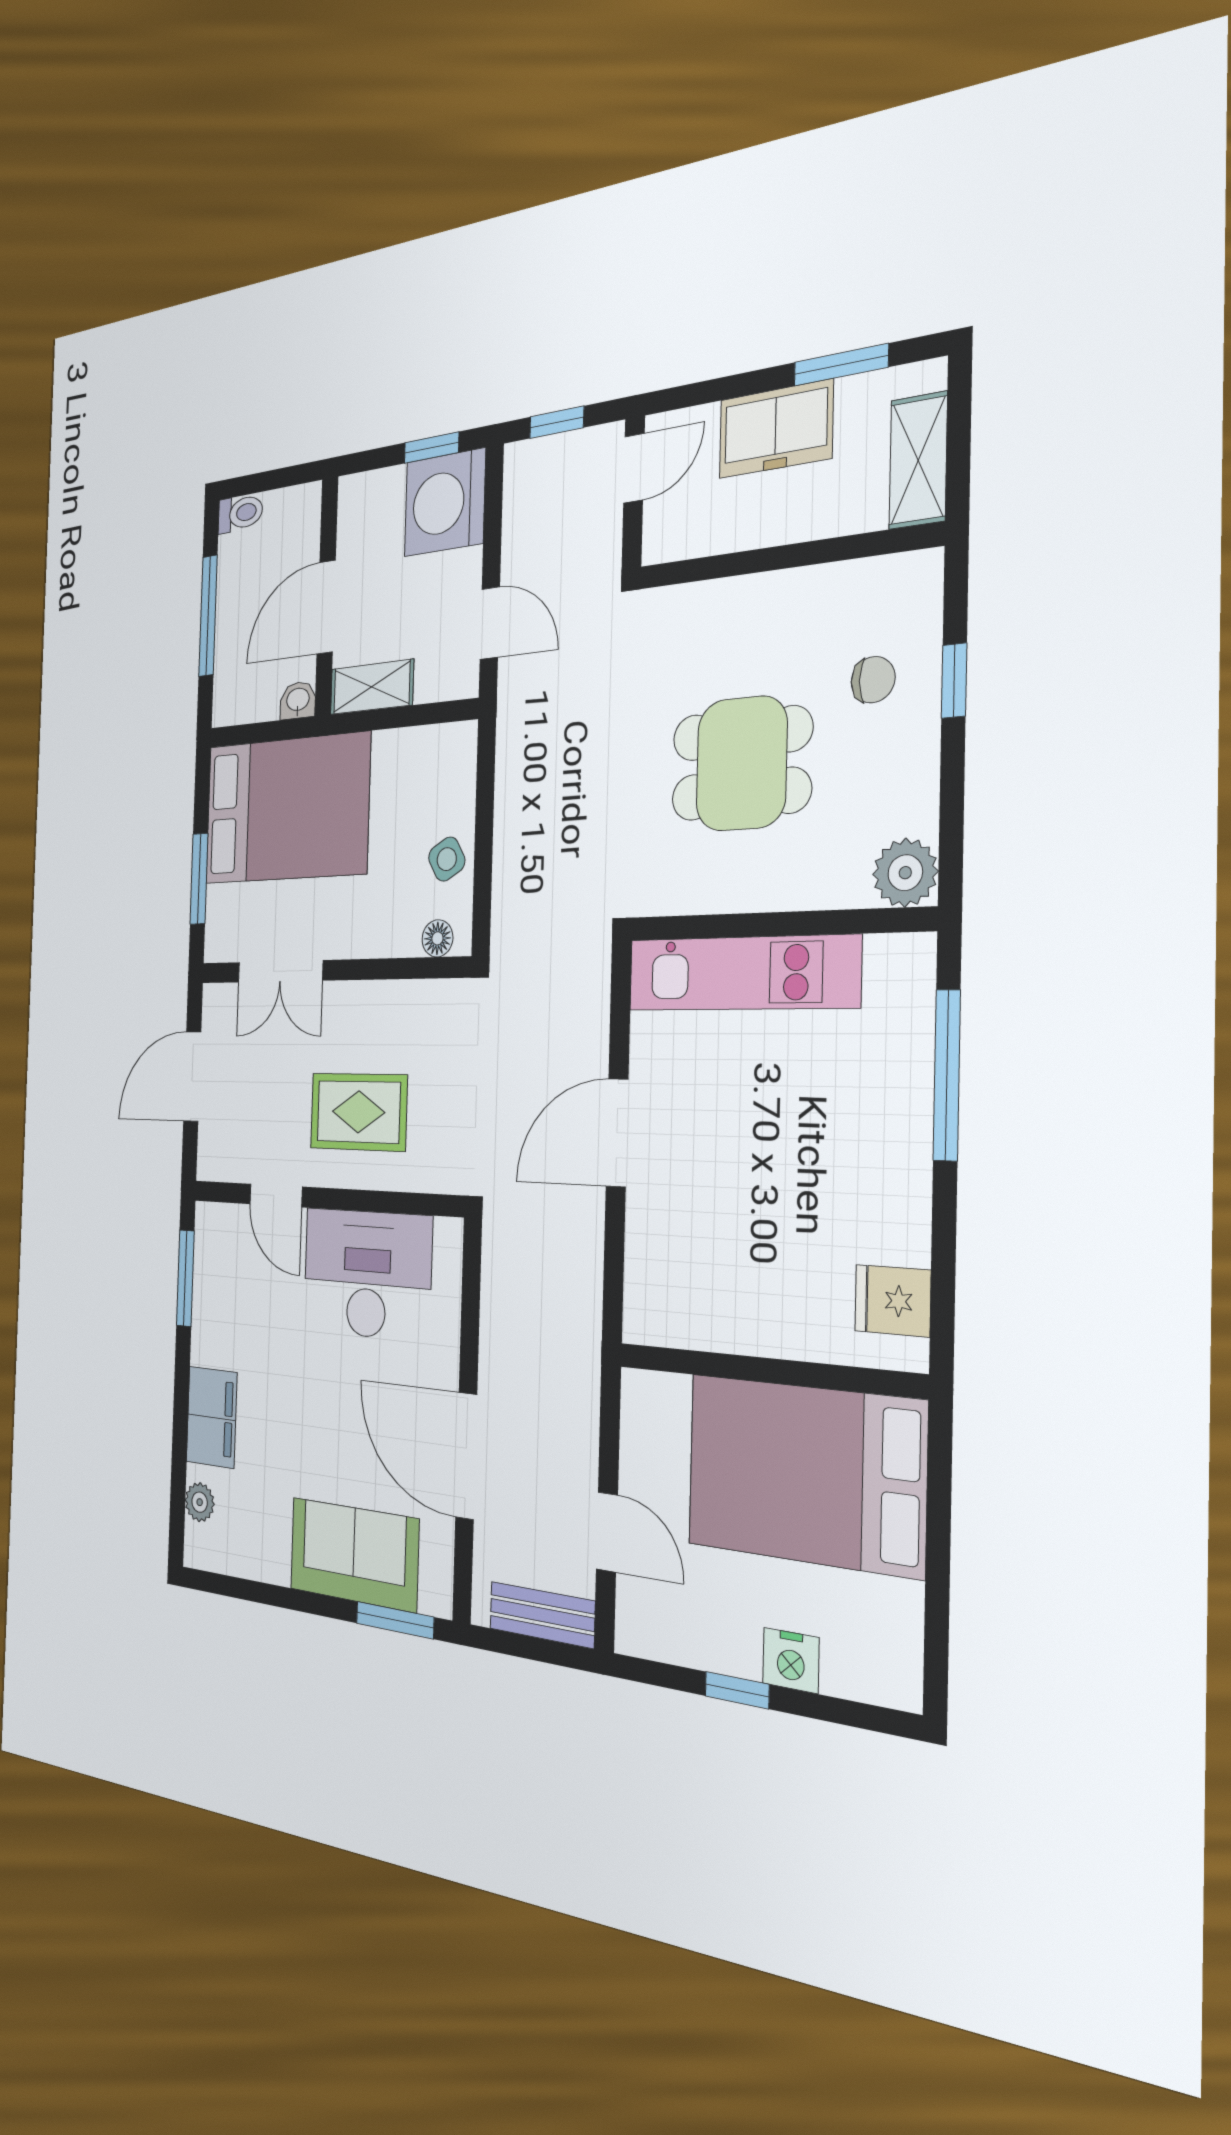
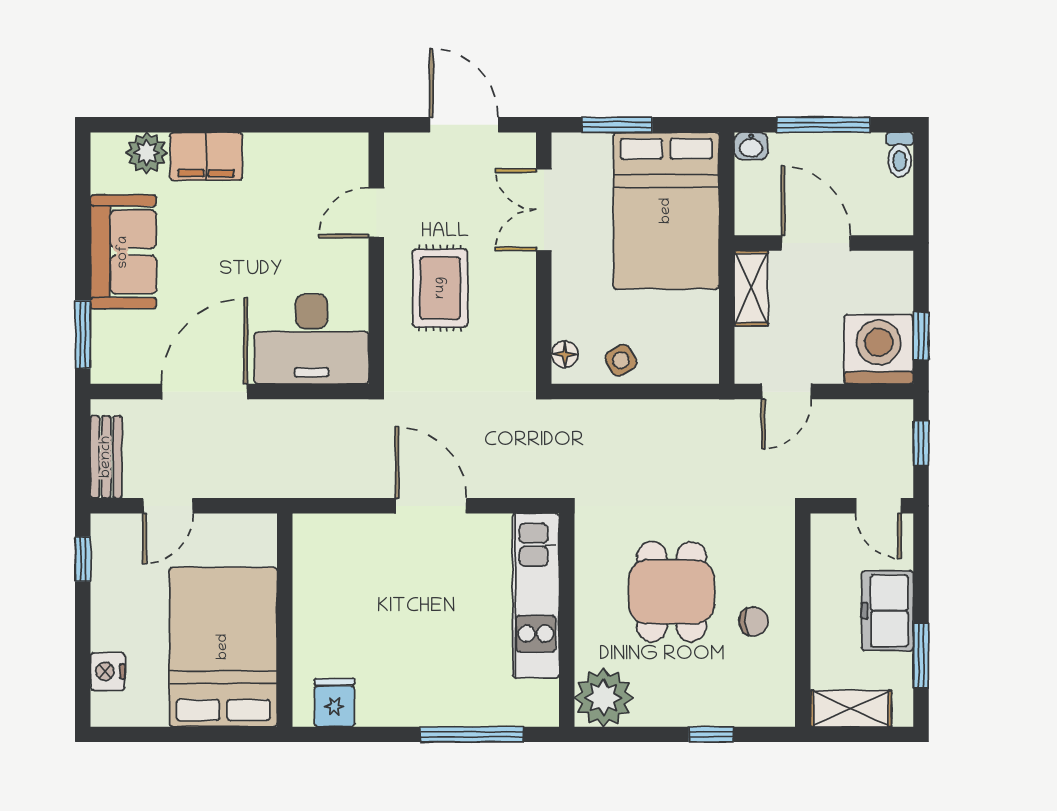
chair: (873, 680) -> (754, 621), moved, turned -94
washbasin: (298, 700) -> (751, 146), moved, turned 90
plant: (905, 873) -> (603, 698), width x1.36, depth x1.36
desk: (367, 1274) -> (312, 339), moved, turned 90
window: (185, 1278) -> (309, 125), removed
plant: (200, 1502) -> (147, 153), width x1.38, depth x1.38
sofa: (354, 1554) -> (123, 252), moved
nightstand: (791, 1660) -> (108, 671), moved
window: (737, 1690) -> (83, 559), moved

